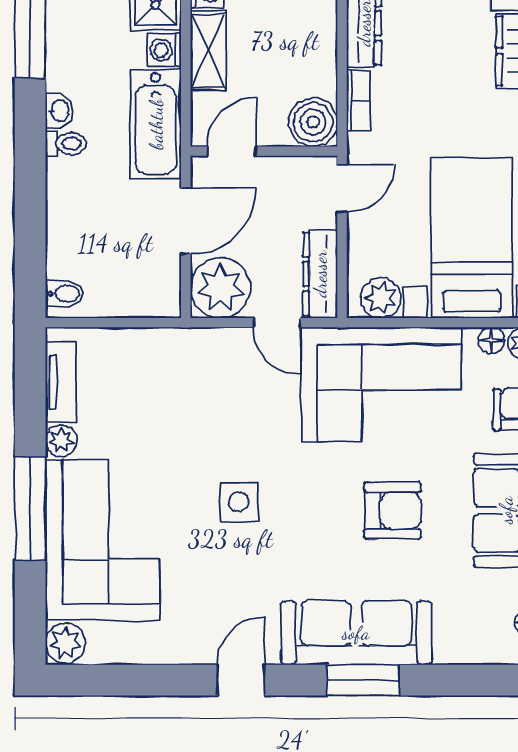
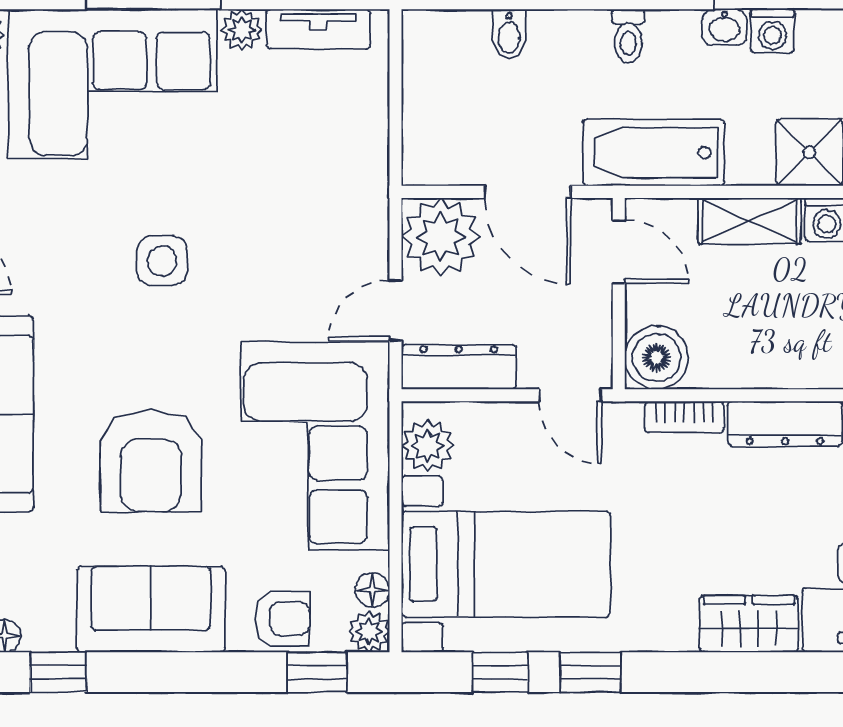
washing machine: (164, 50) -> (773, 31), moved, turned 180
washbasin: (59, 111) -> (725, 27), moved
bidet: (65, 294) -> (509, 34), moved
armchair: (393, 511) -> (151, 461), width x1.36, depth x1.36

